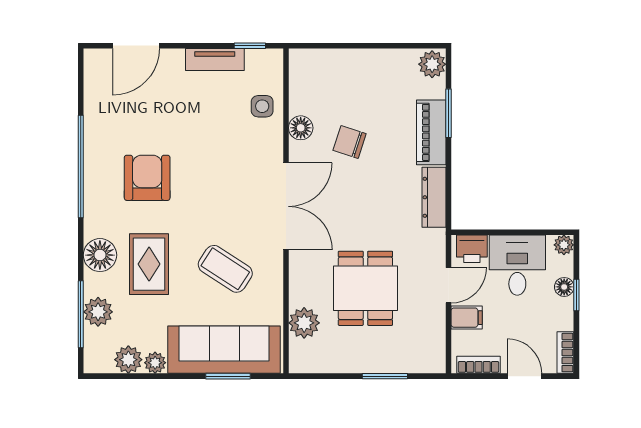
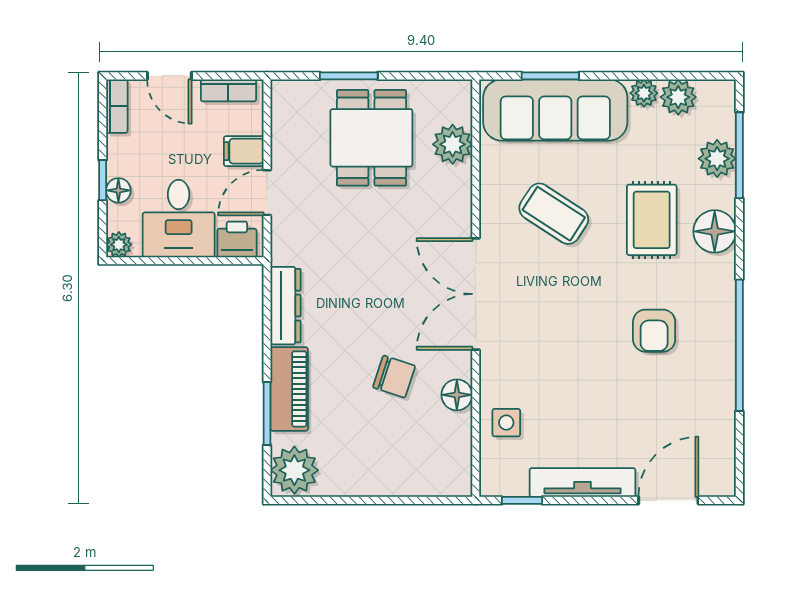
tv unit: (215, 60) -> (582, 483), width x1.41
plant: (432, 64) -> (294, 470), width x1.36, depth x1.36
armchair: (147, 178) -> (654, 331), width x0.72, depth x0.72
dining table: (365, 288) -> (371, 138), moved

